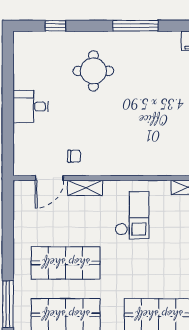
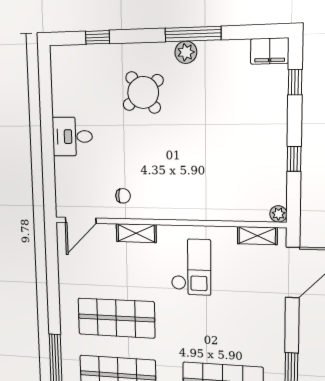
plant: (129, 40) -> (186, 52), added
round table: (93, 71) -> (143, 93), turned -38
door: (49, 178) -> (81, 220), moved

